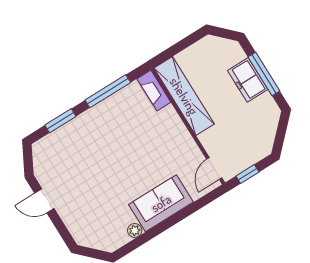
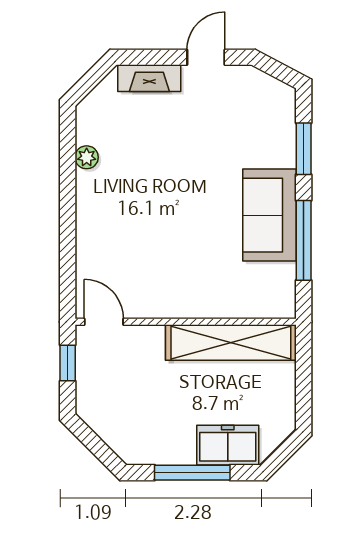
freezer: (248, 80) -> (228, 445), moved
fireplace: (154, 90) -> (149, 78), moved, turned 180
sofa: (161, 203) -> (269, 215), moved, turned 180

